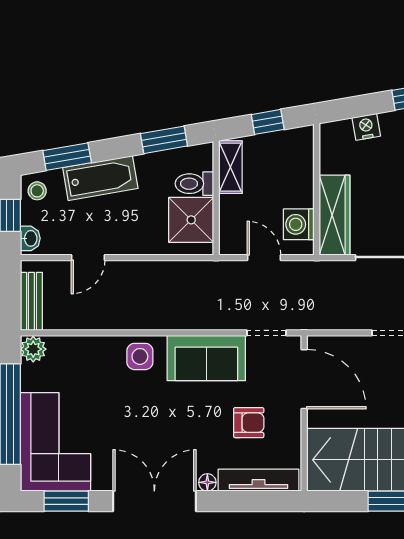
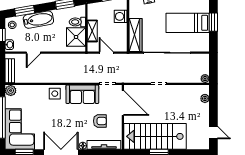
shelving: (230, 167) -> (92, 31), moved
washing machine: (299, 224) -> (121, 16), moved

